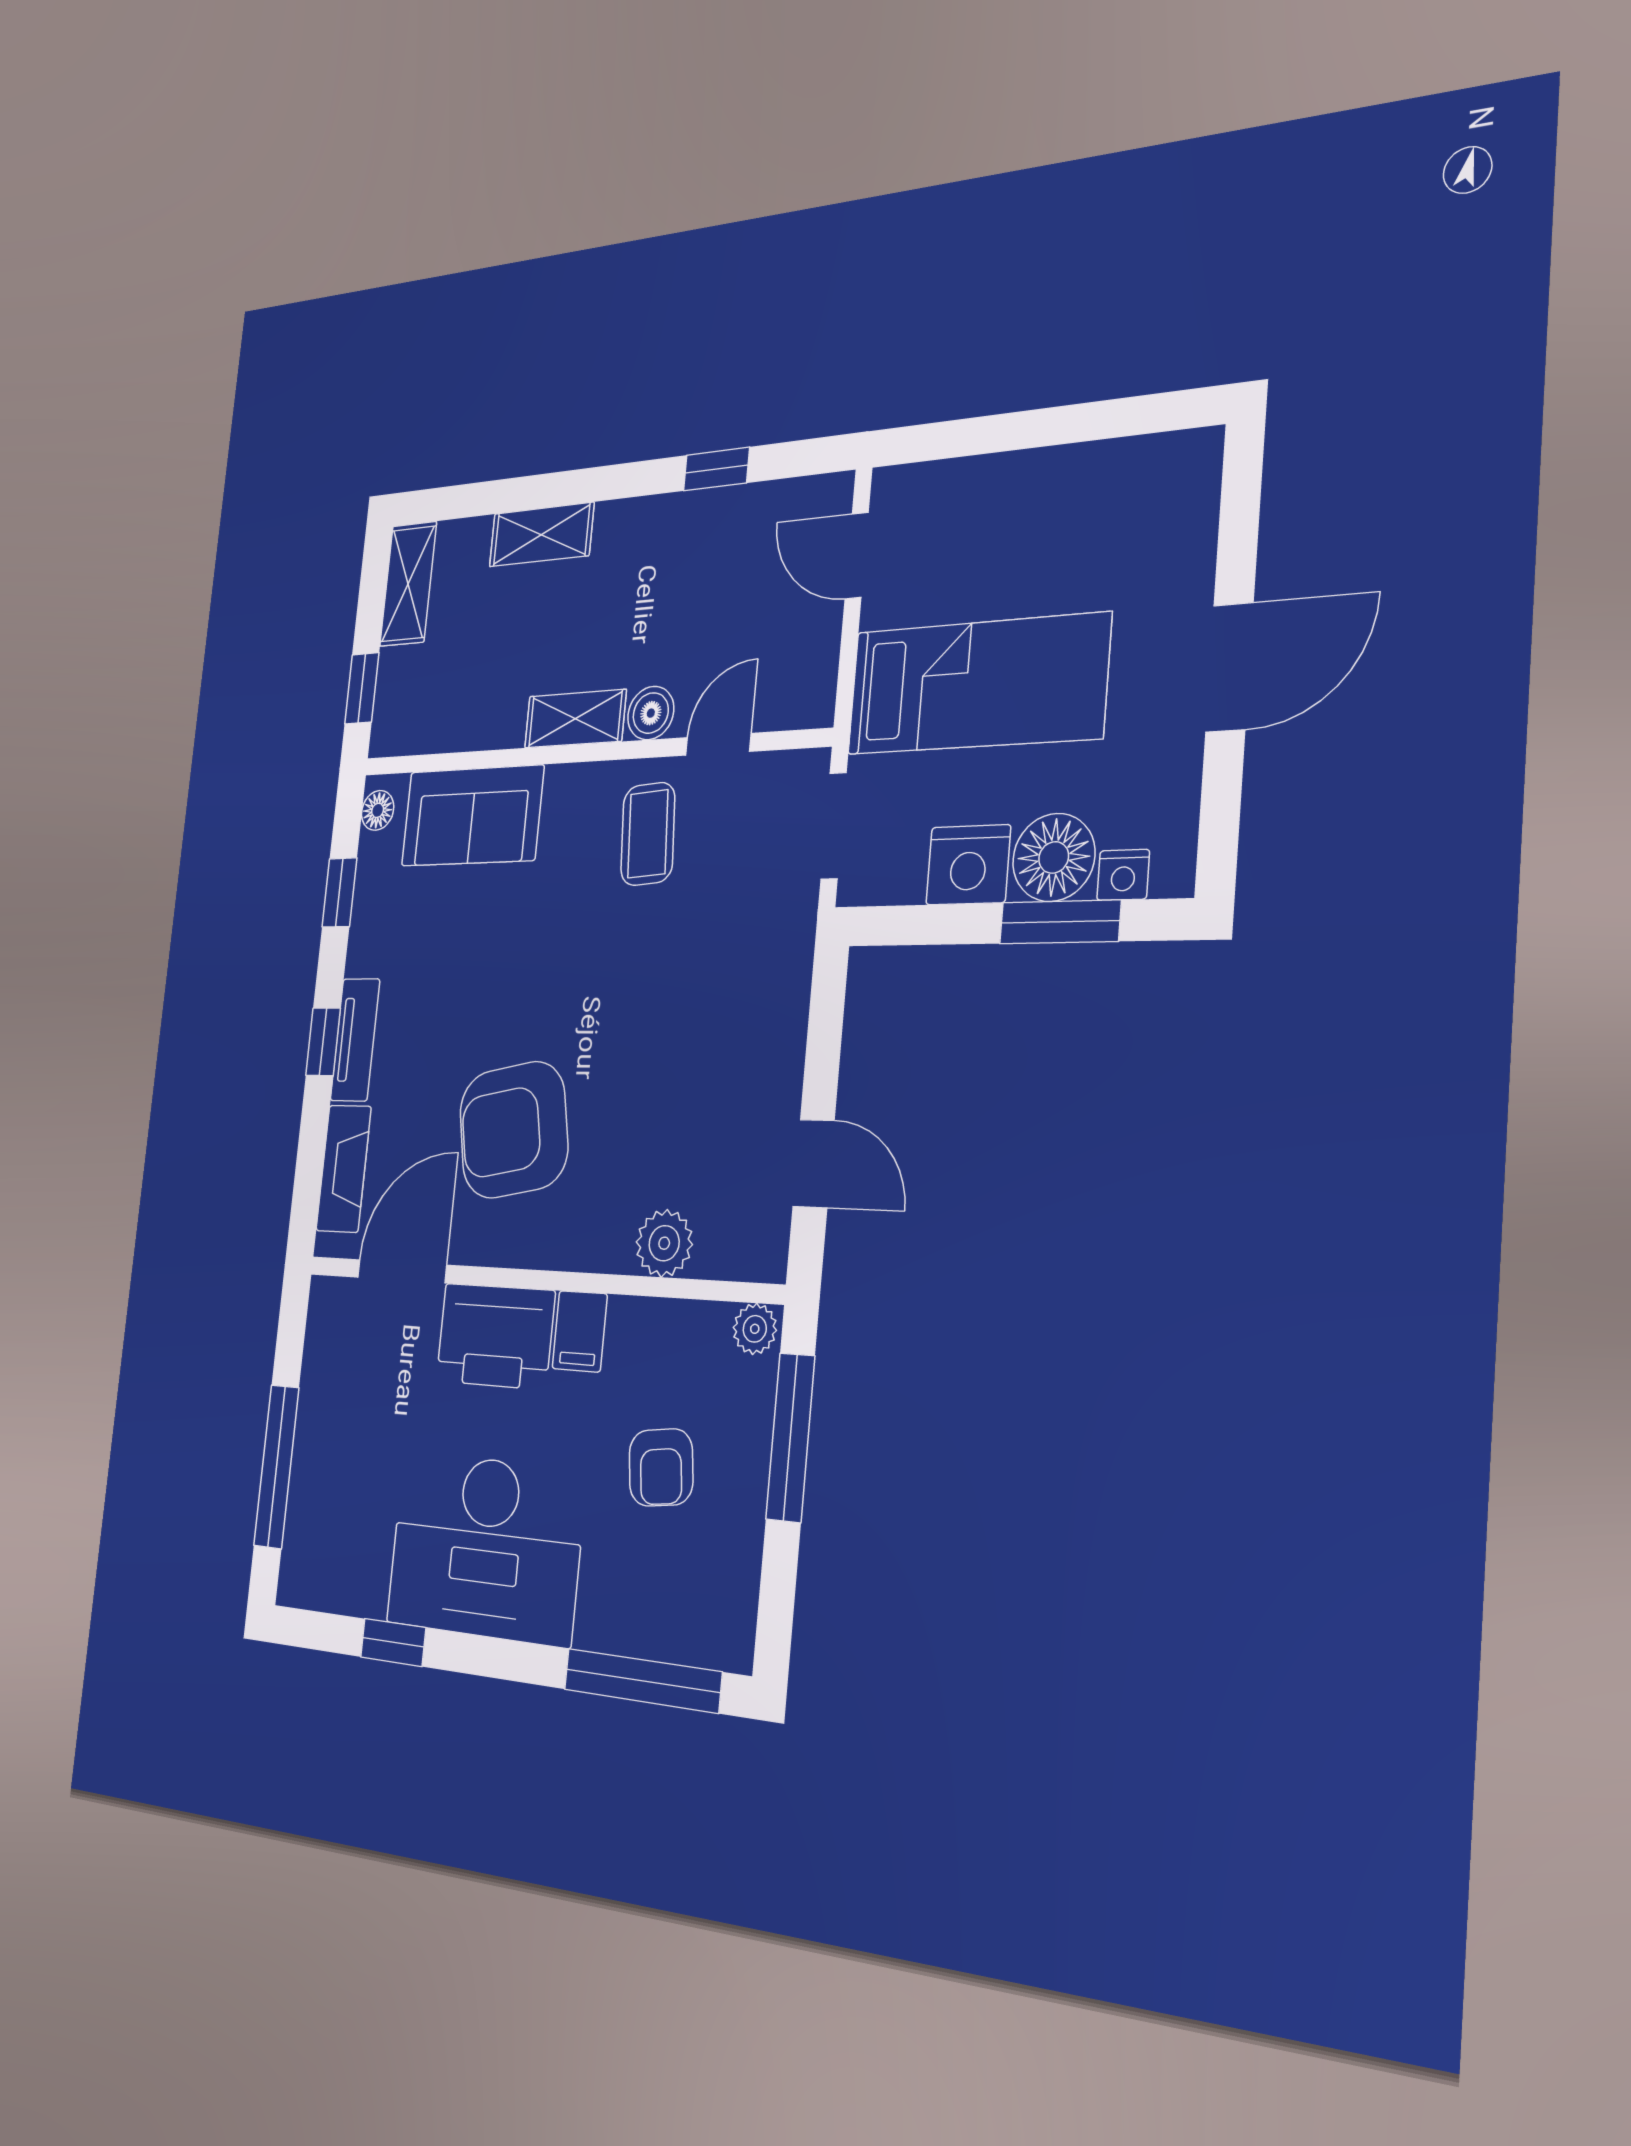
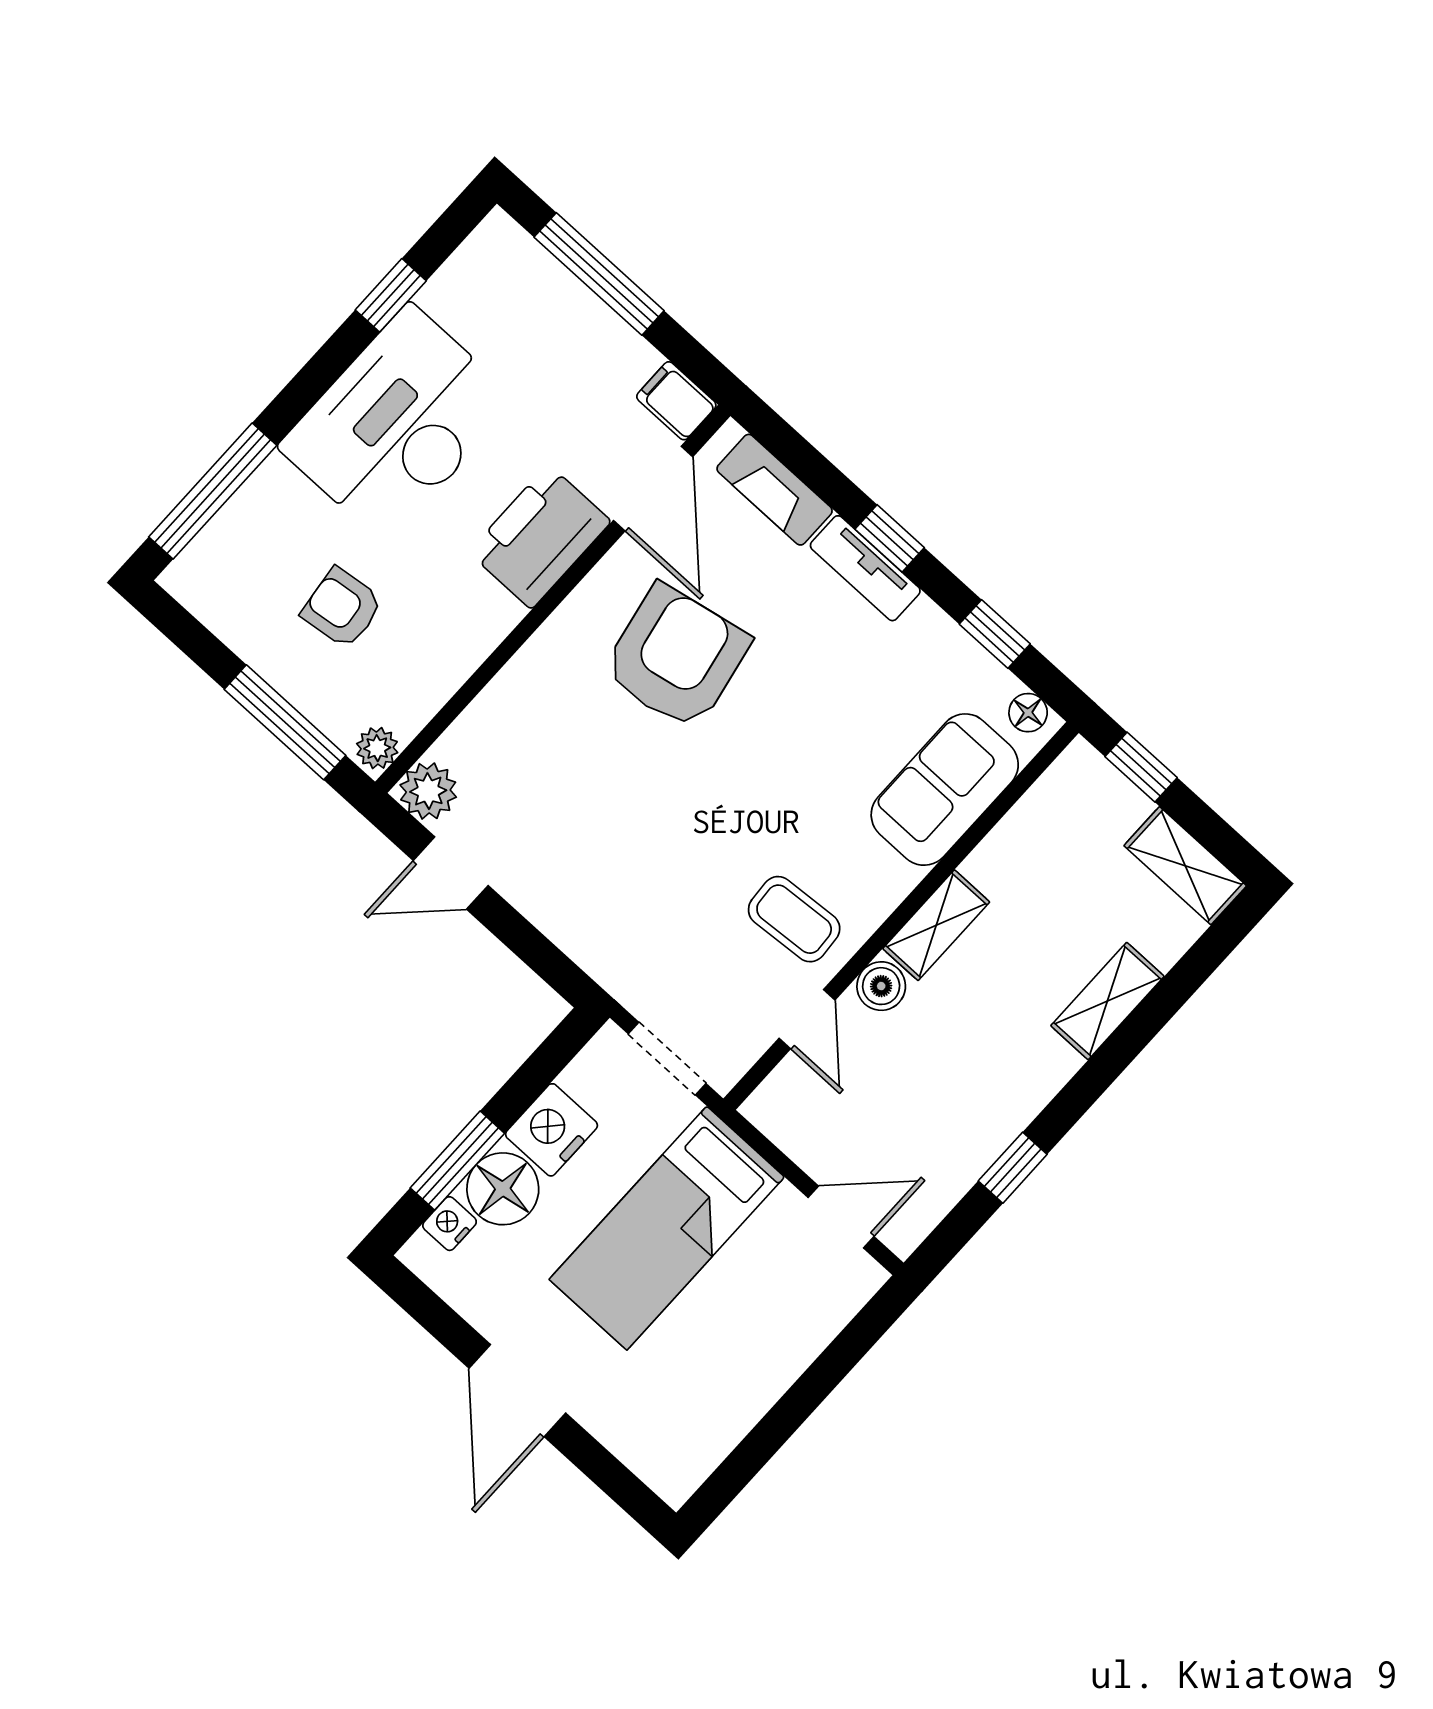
plant: (664, 1243) -> (428, 791), moved
filing cabinet: (580, 1331) -> (676, 401), moved

